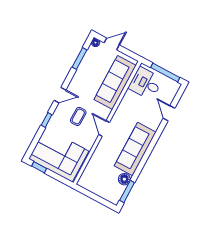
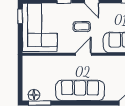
floor lamp: (124, 179) -> (34, 95), moved

